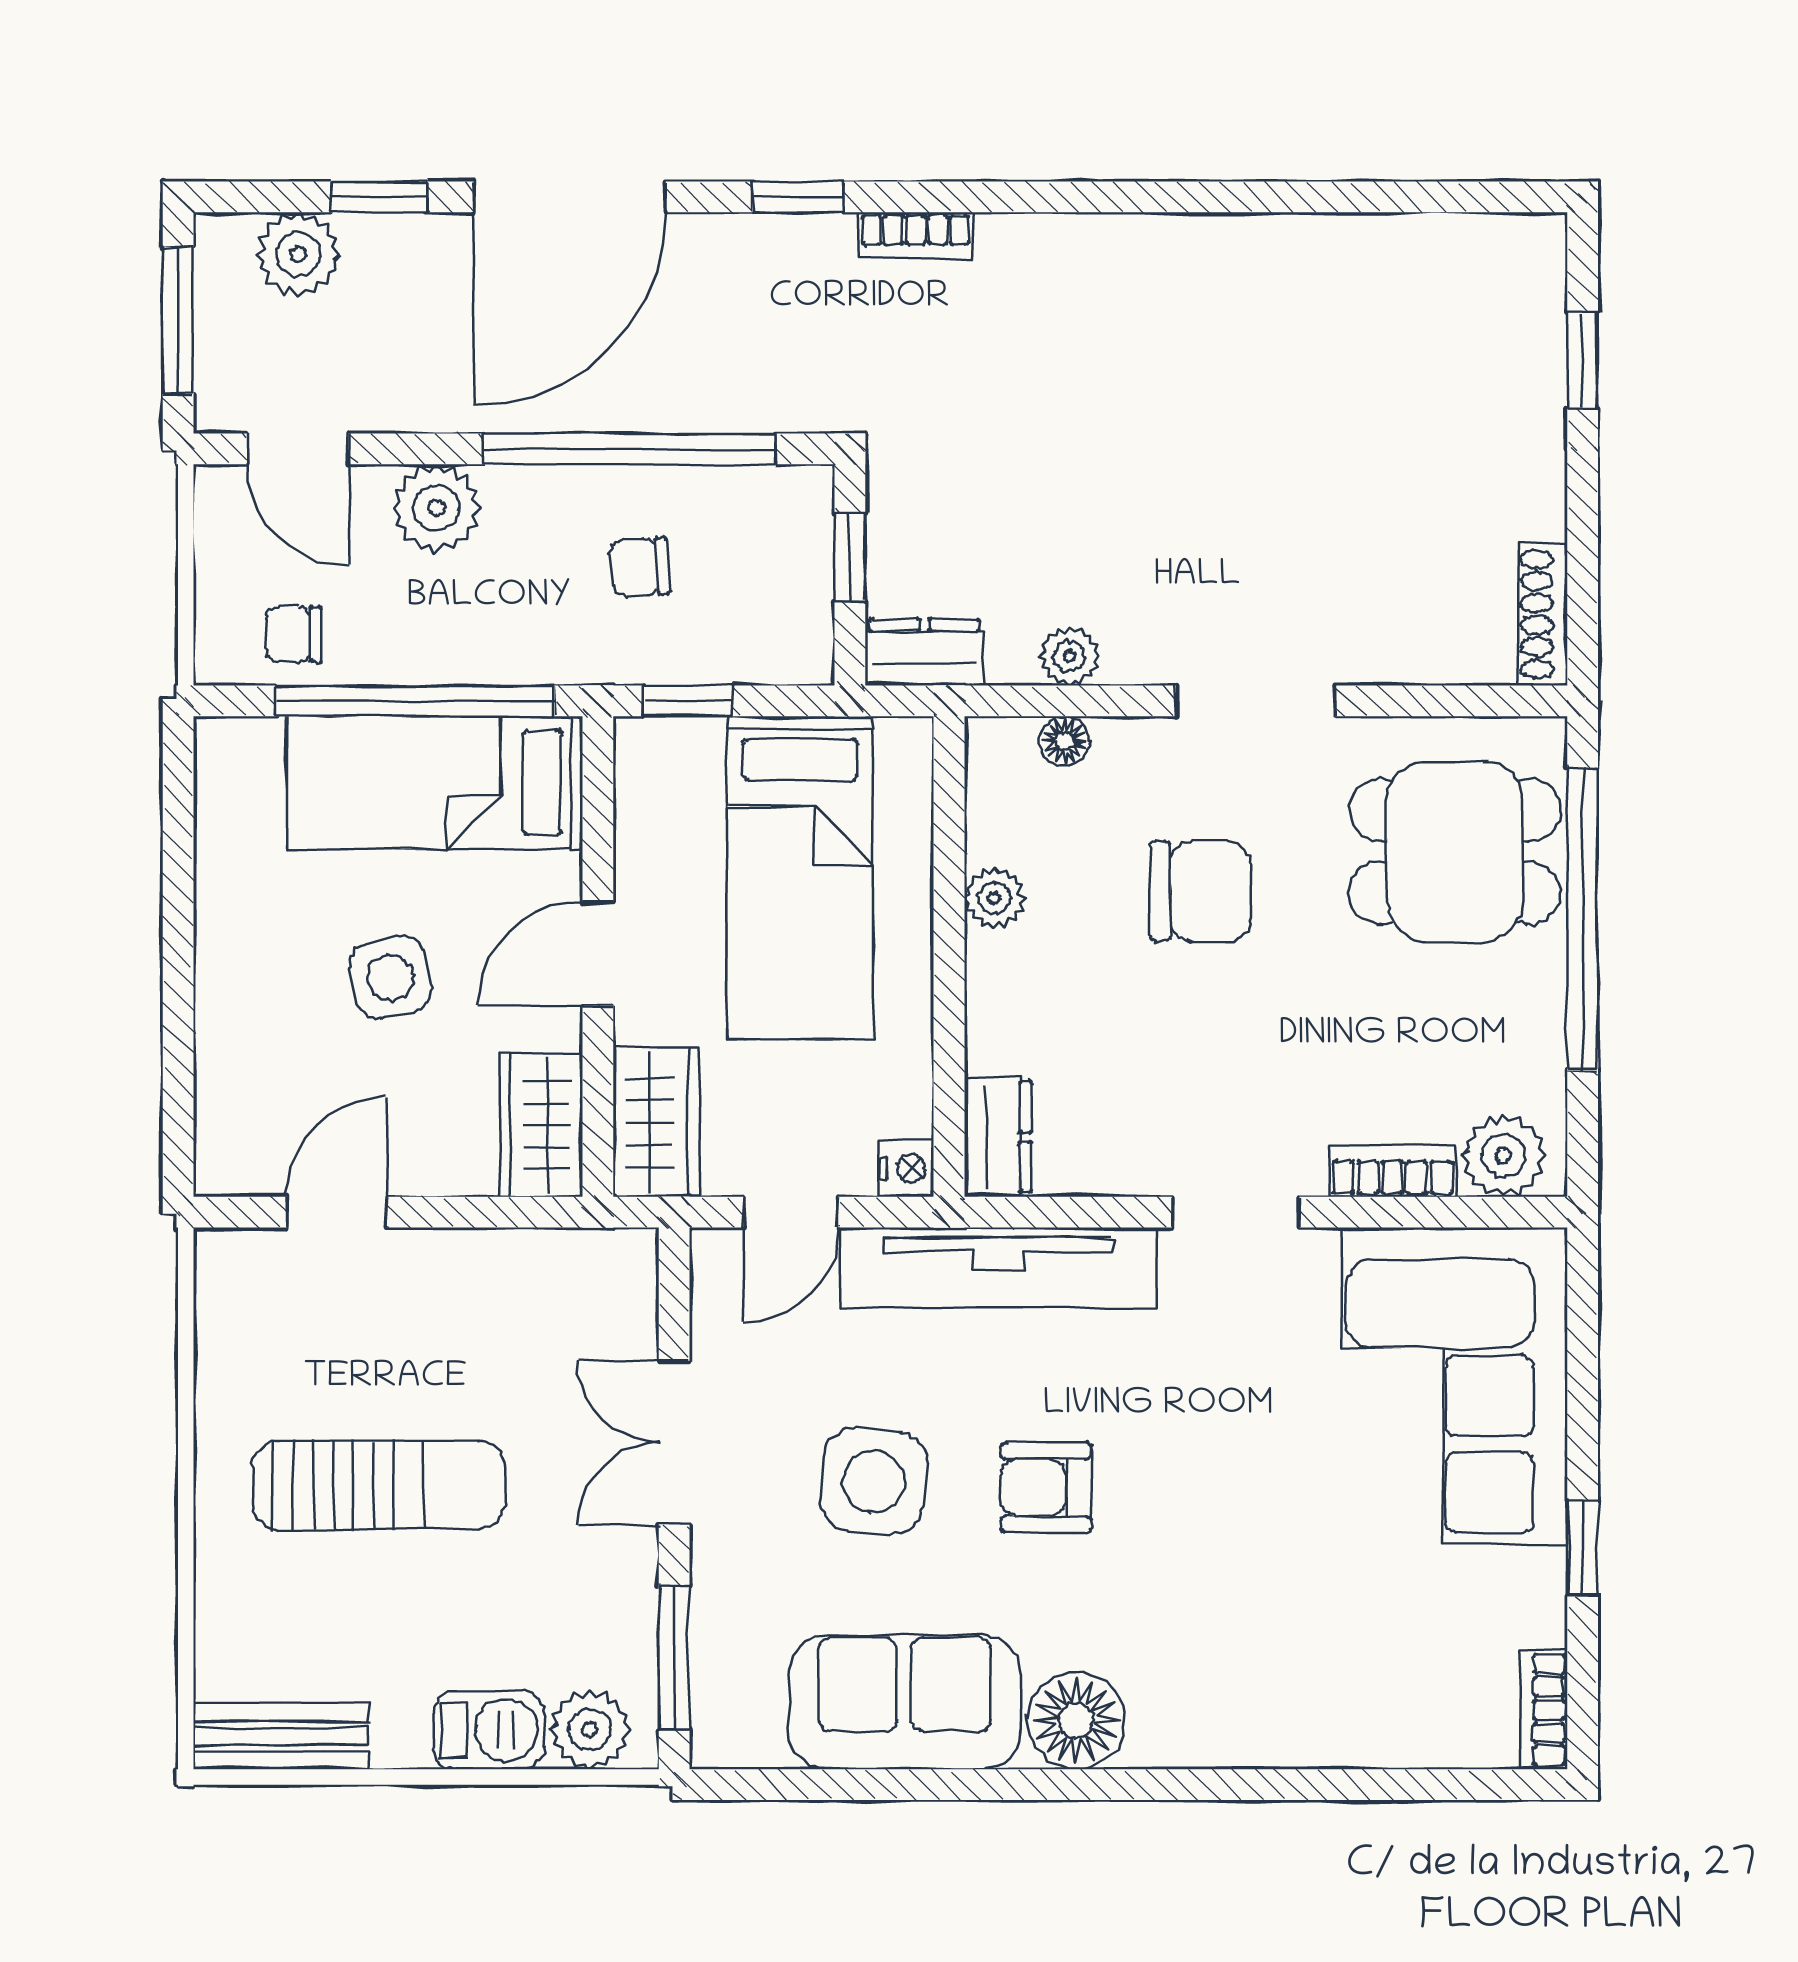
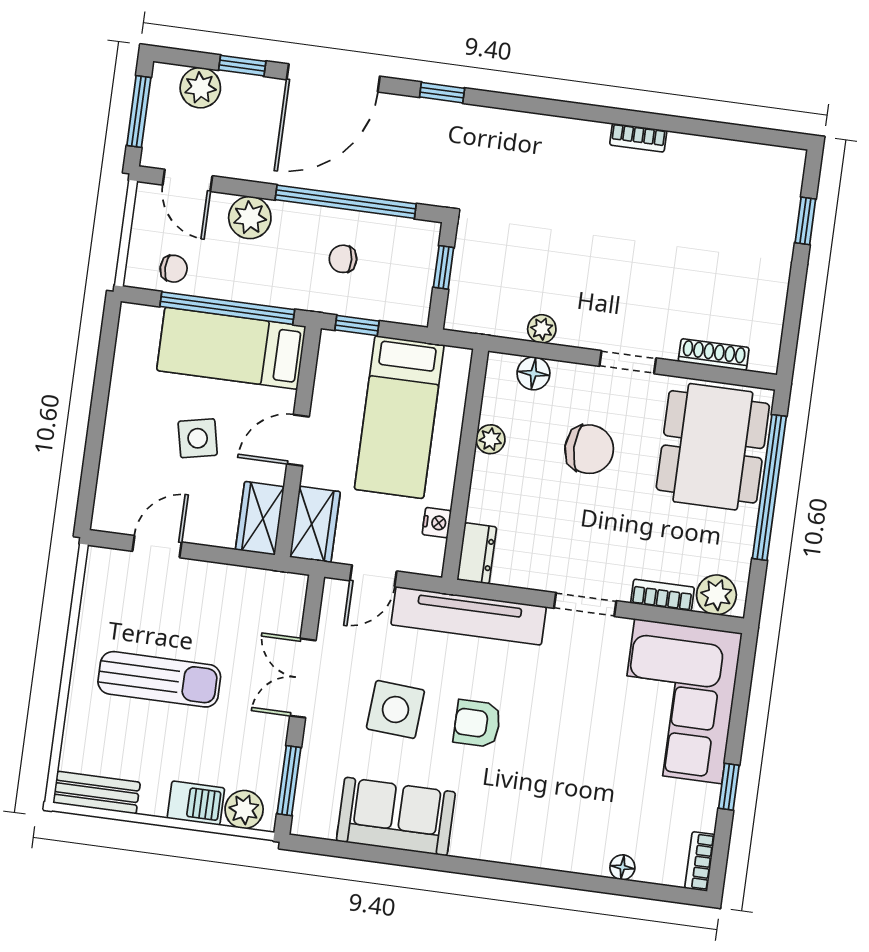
bookcase: (916, 235) -> (638, 138), moved
shoe rack: (1543, 614) -> (714, 355), moved, turned 90
chair: (294, 635) -> (174, 269), turned 180
dresser: (924, 652) -> (473, 318), removed
doorway: (1256, 701) -> (628, 362), width x0.73
floor lamp: (1065, 741) -> (533, 373), width x1.37, depth x1.37
dining table: (1455, 852) -> (713, 447), width x1.38
nightstand: (907, 1168) -> (437, 523), moved
floor lamp: (1076, 1721) -> (622, 867), moved, width x0.53, depth x0.53

